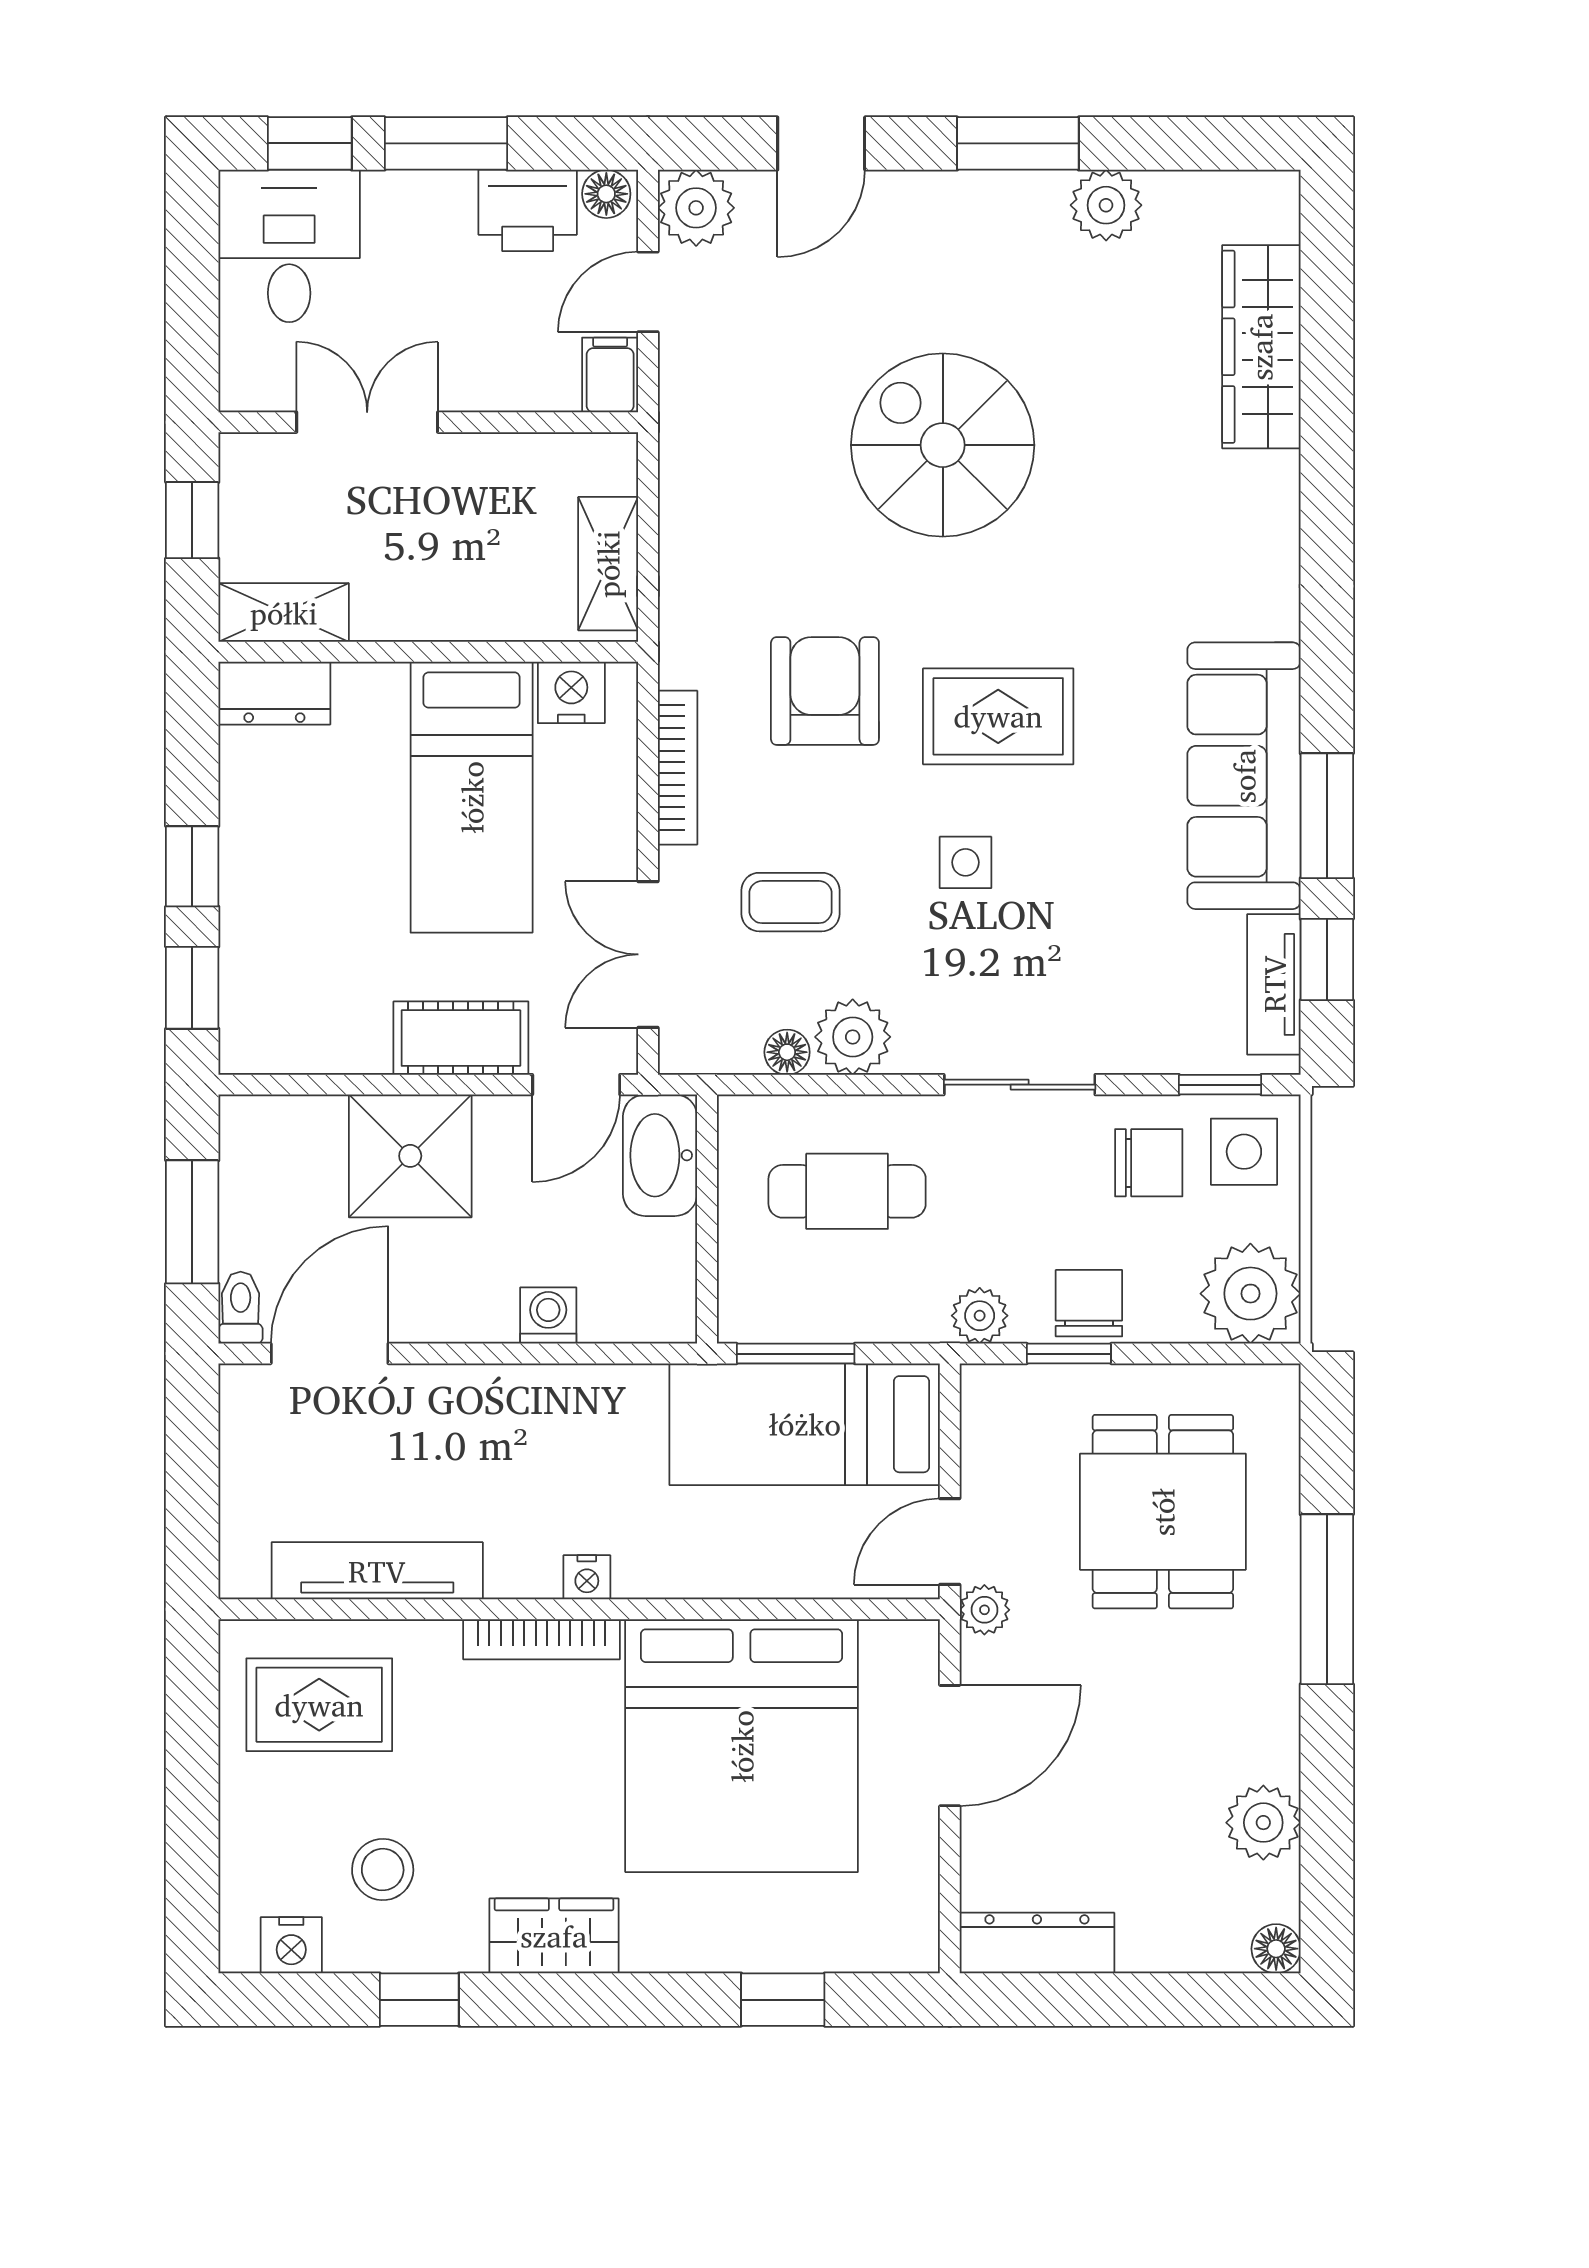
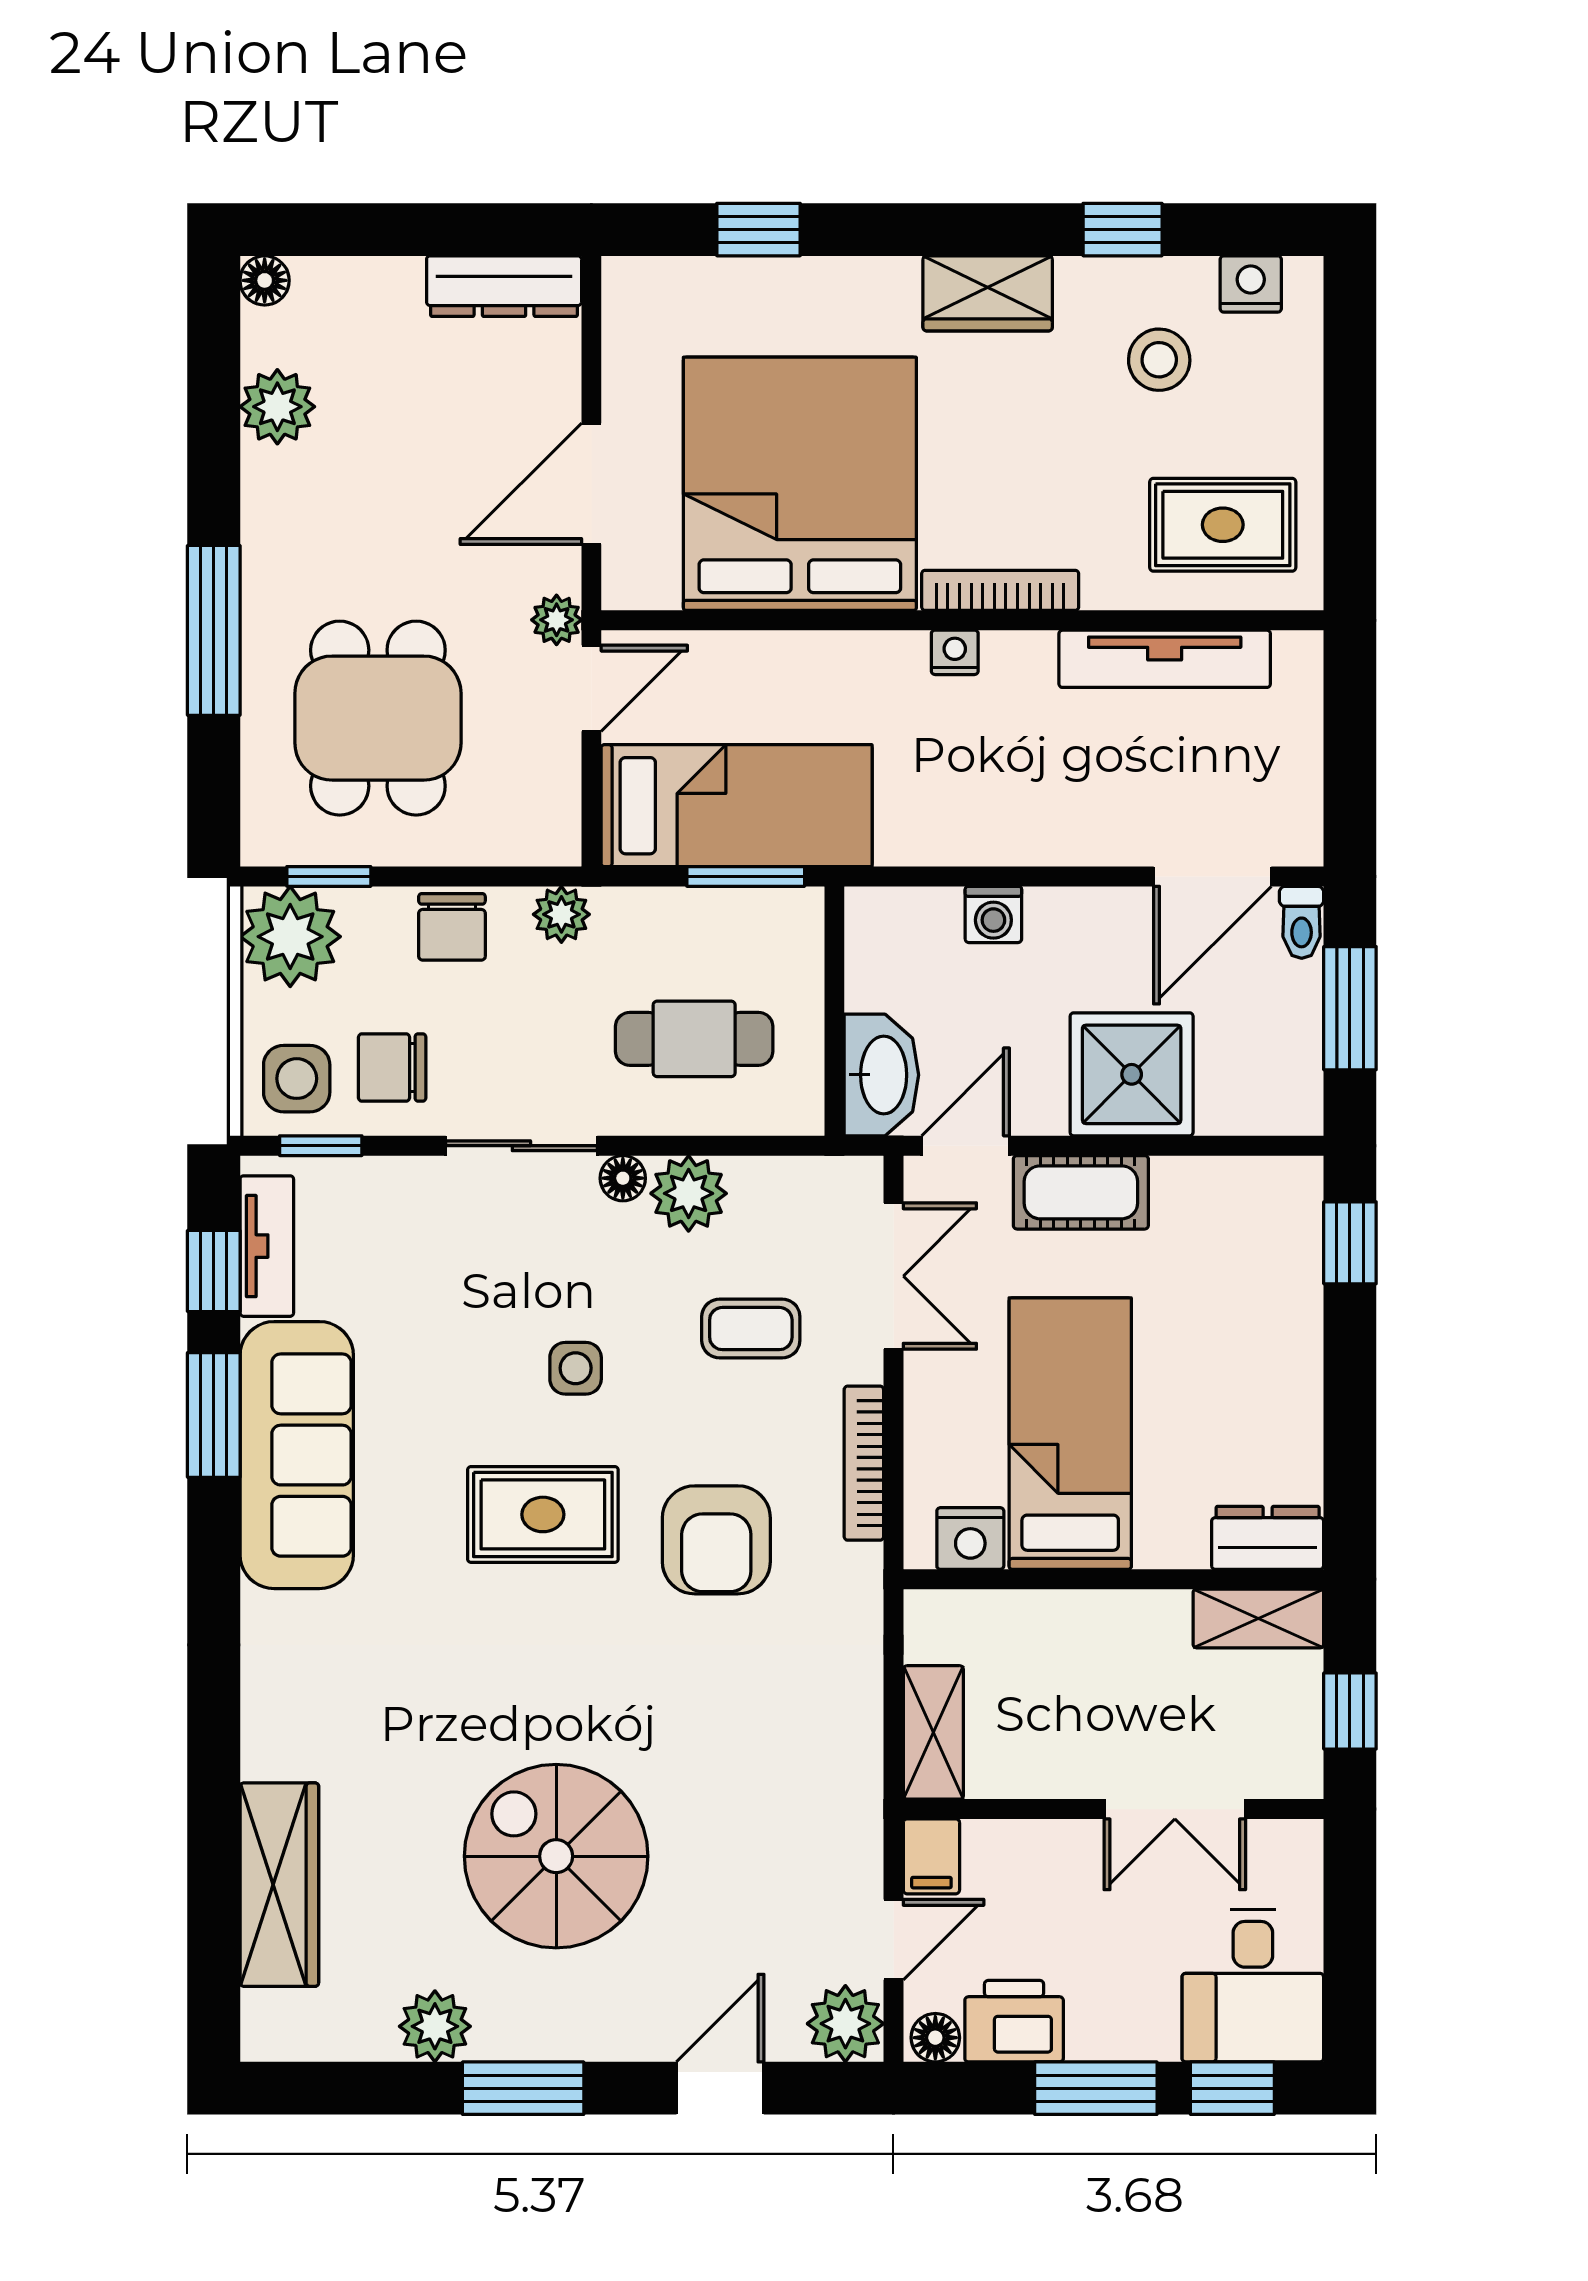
spiral stairs: (943, 445) -> (556, 1856), moved, turned 180
shelving: (608, 564) -> (933, 1732), moved
window: (192, 866) -> (1350, 1364), removed
floor lamp: (787, 1052) -> (623, 1178), moved
window: (1069, 1354) -> (329, 876), moved

